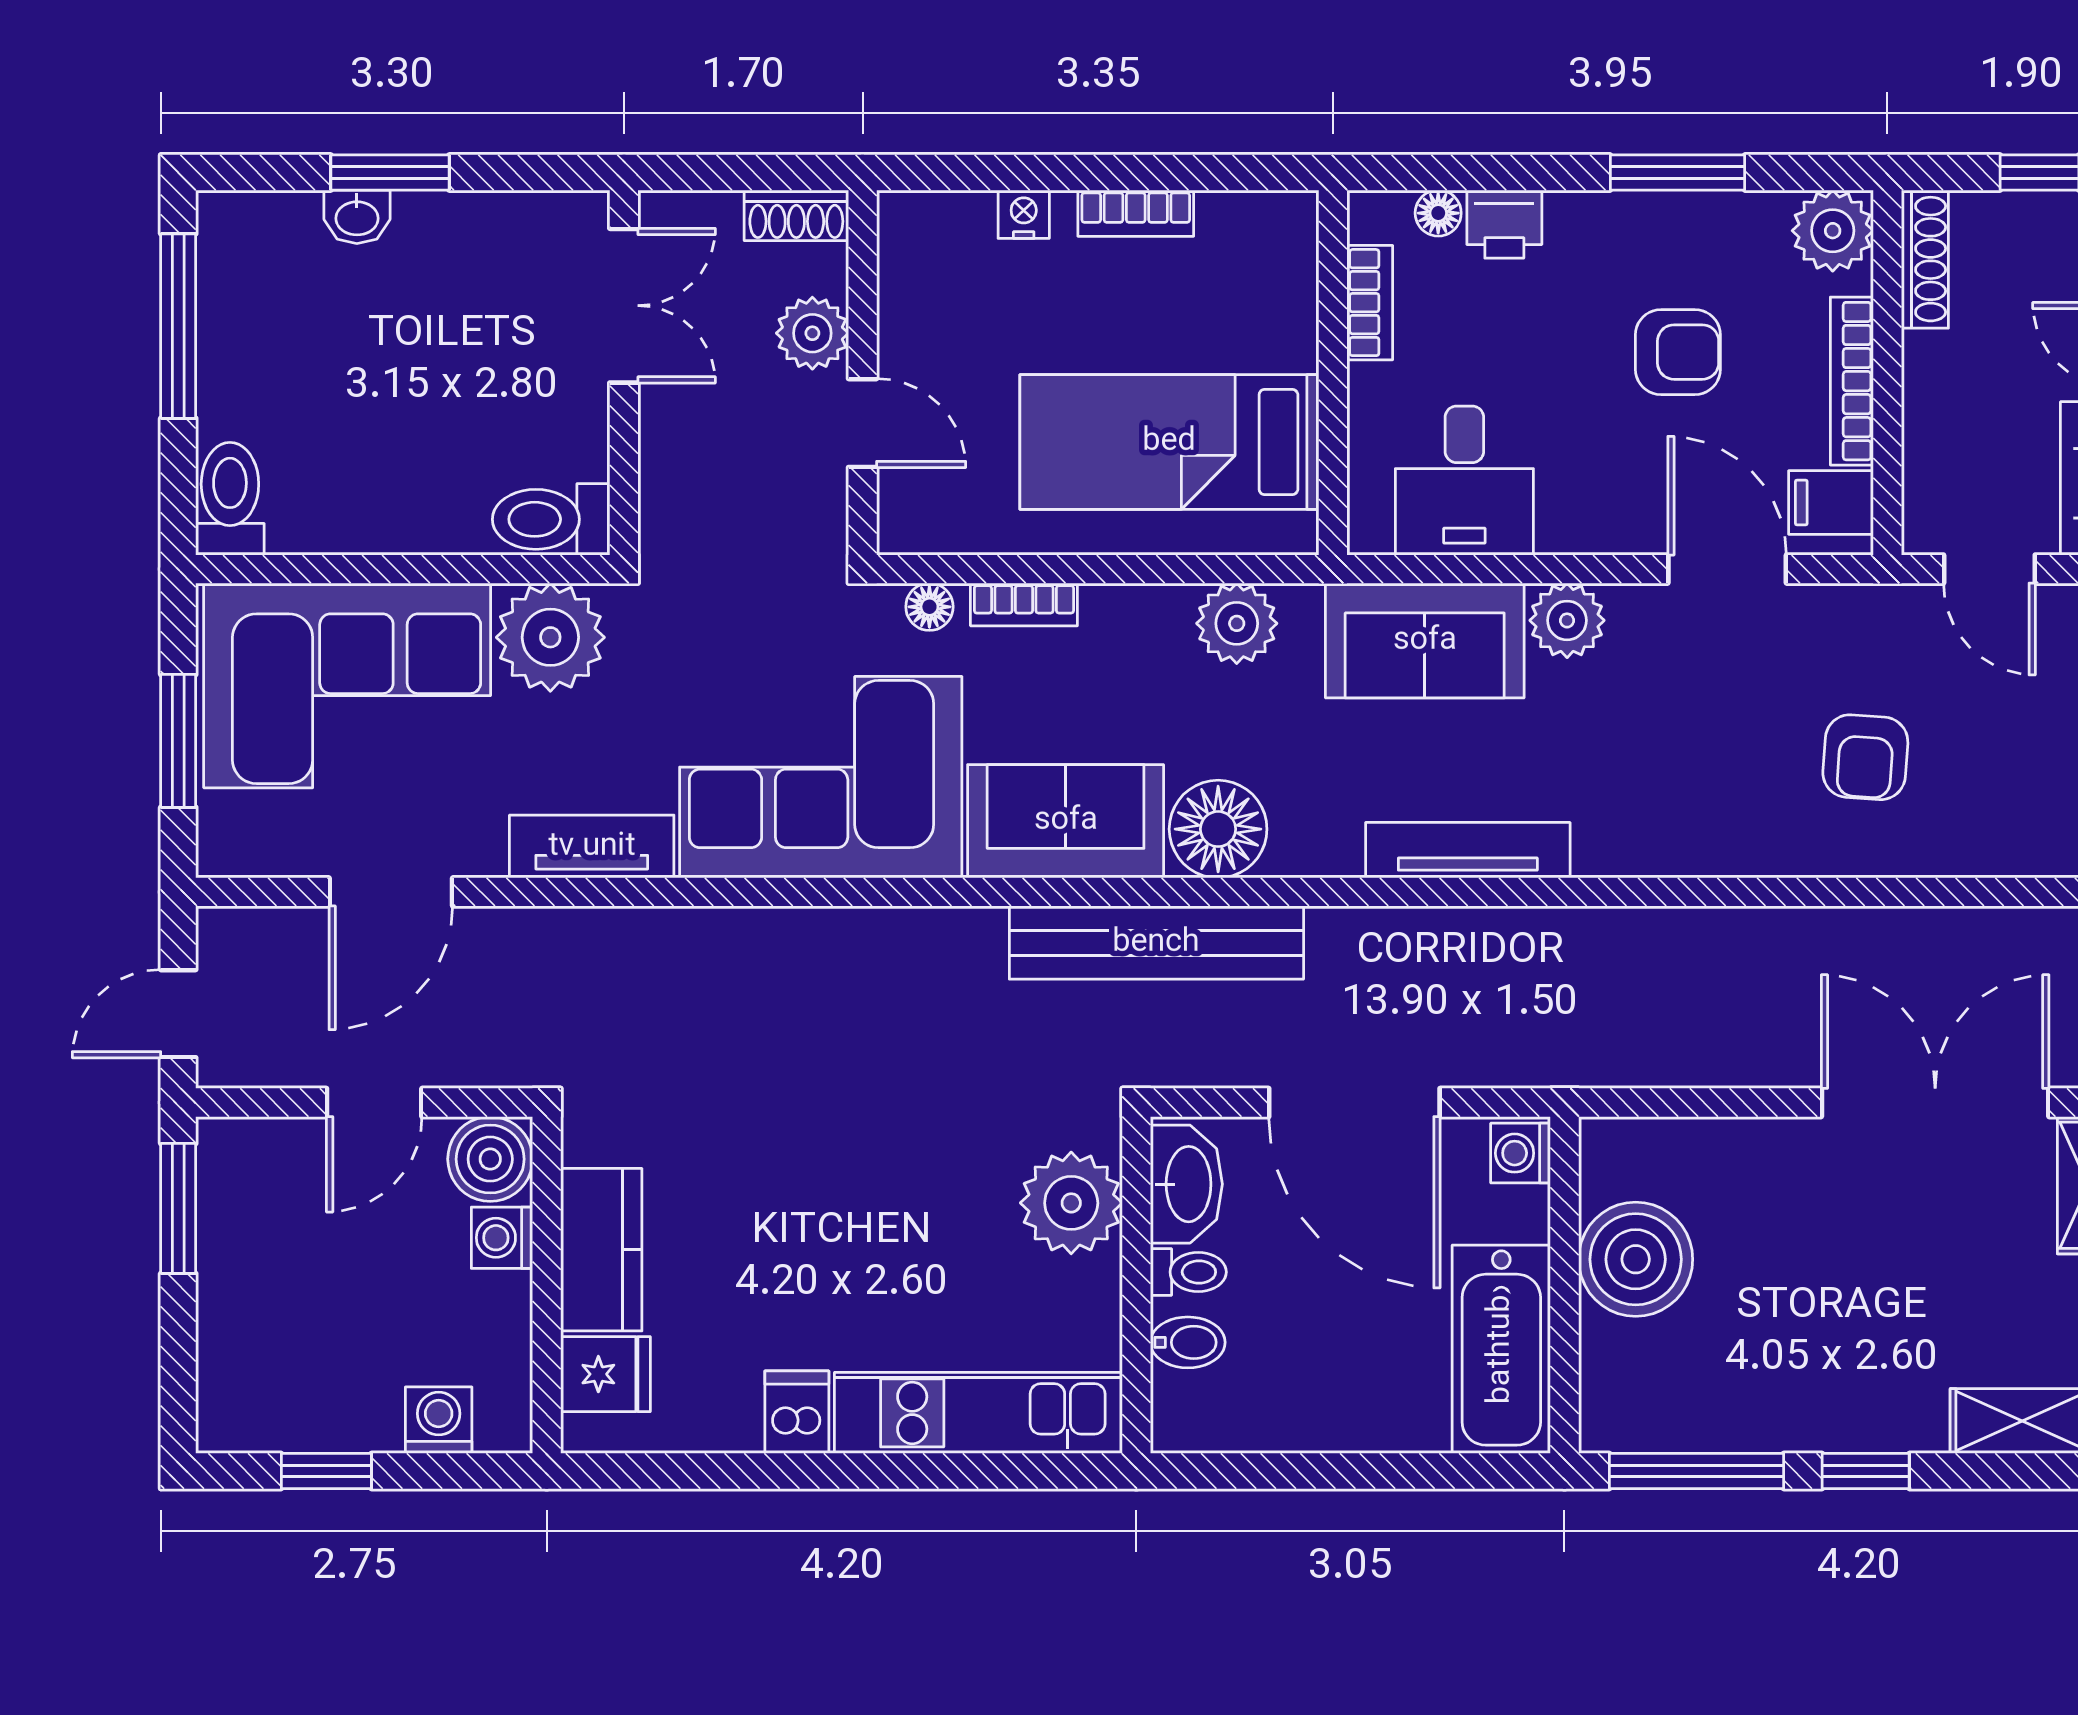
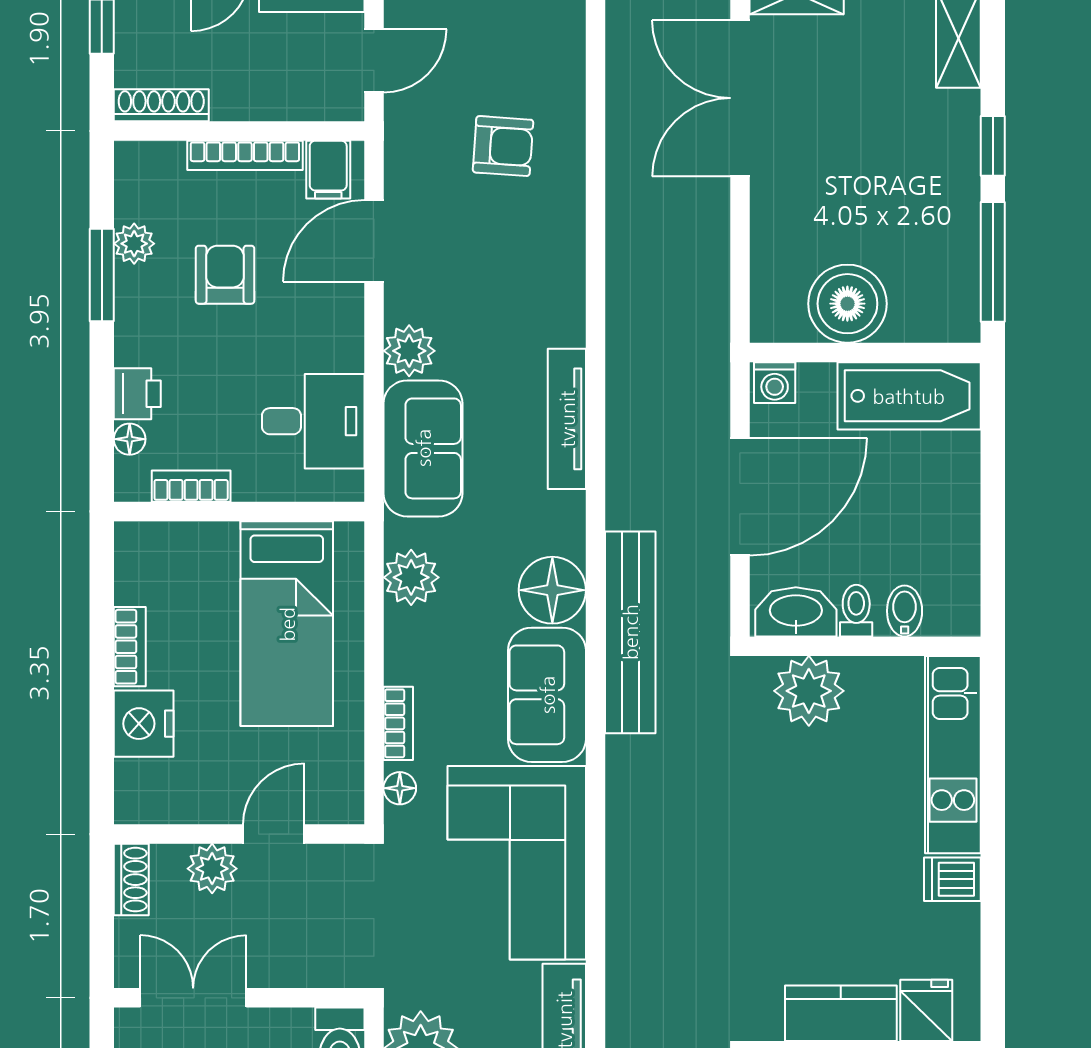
nightstand: (1024, 214) -> (144, 724), width x1.89, depth x1.79
plant: (1833, 231) -> (134, 244), moved, width x0.73, depth x0.73

